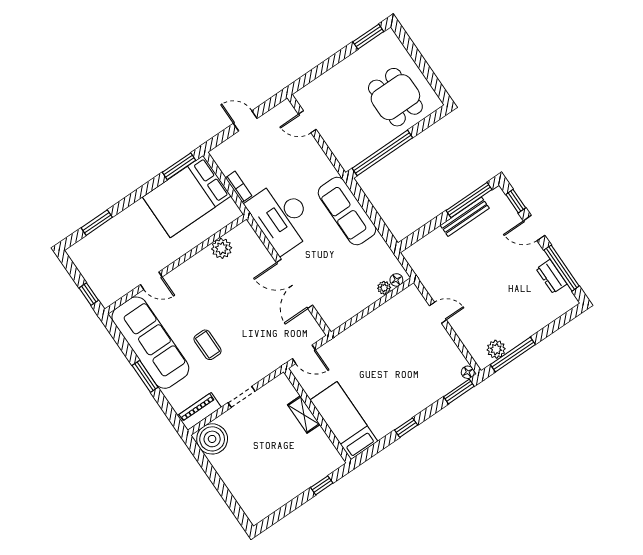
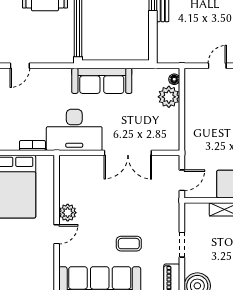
plant: (222, 248) -> (68, 213), moved
door: (151, 281) -> (57, 234), moved
plant: (384, 288) -> (169, 97), width x1.88, depth x1.88

